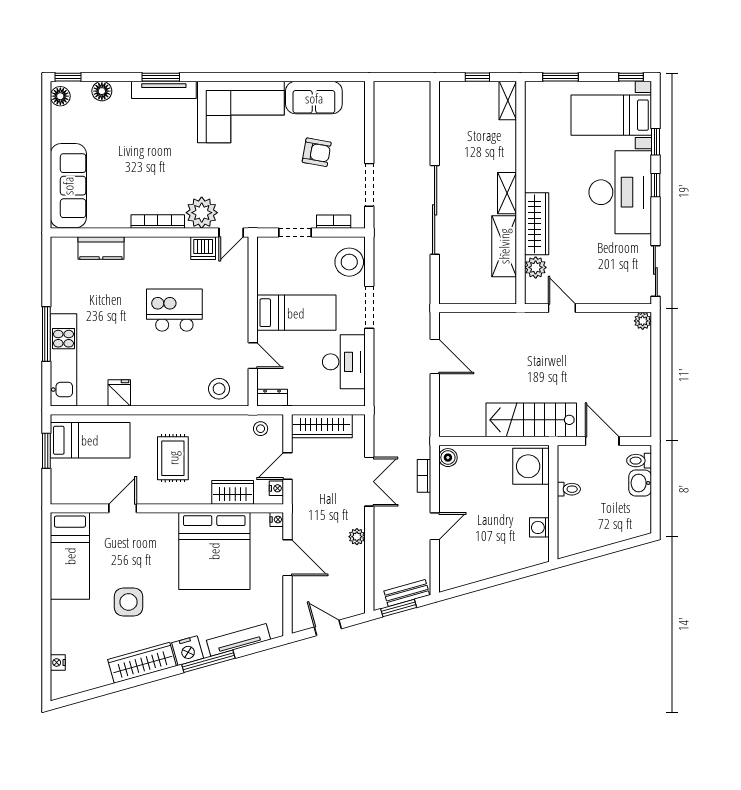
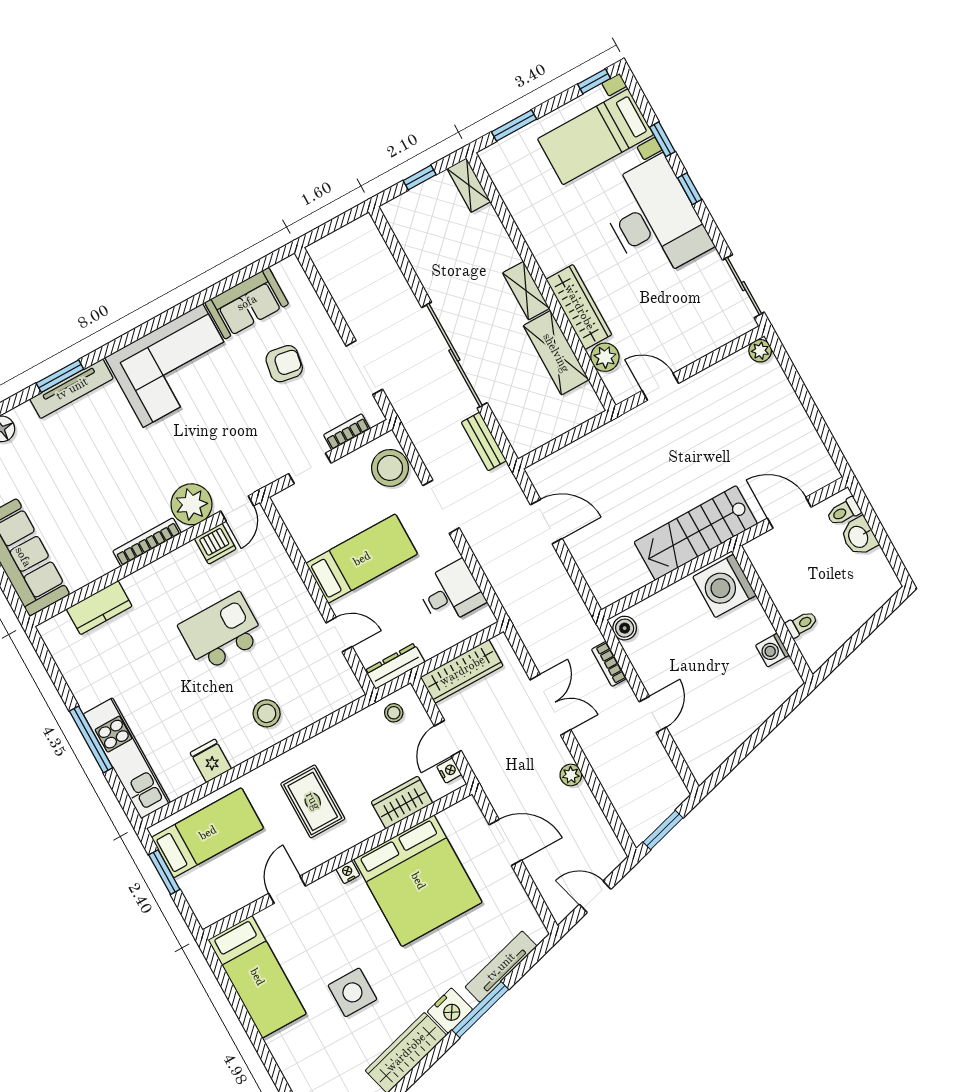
desk: (344, 362) -> (451, 593), width x0.73
stool: (219, 389) -> (267, 713), moved
dresser: (272, 398) -> (395, 666), width x1.44
toilet: (569, 489) -> (802, 624), moved
nightstand: (277, 520) -> (348, 872), moved, turned -90
bench: (407, 593) -> (484, 441), moved, turned -74

